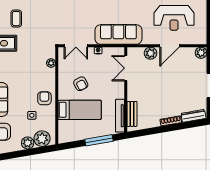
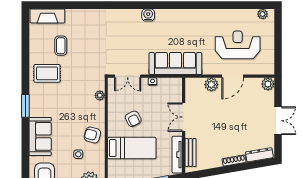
reception desk: (174, 18) -> (238, 45), turned 180
double door: (126, 68) -> (184, 117), moved
armchair: (44, 98) -> (92, 135), turned -75

